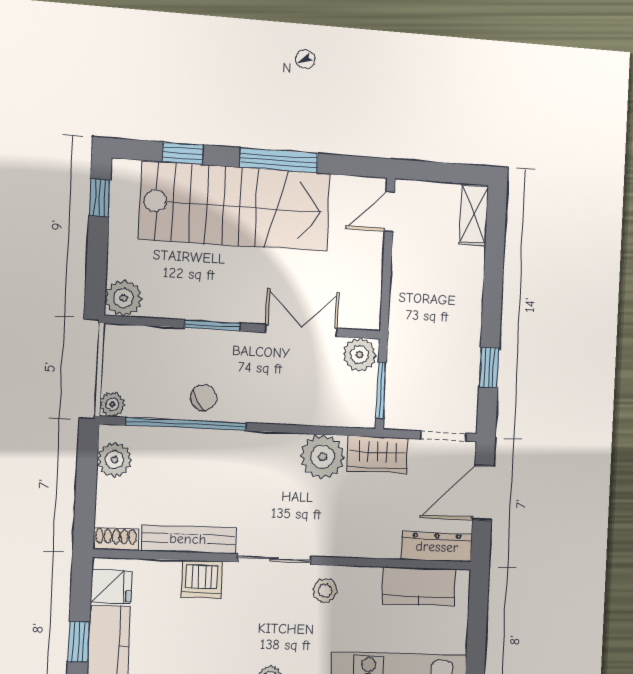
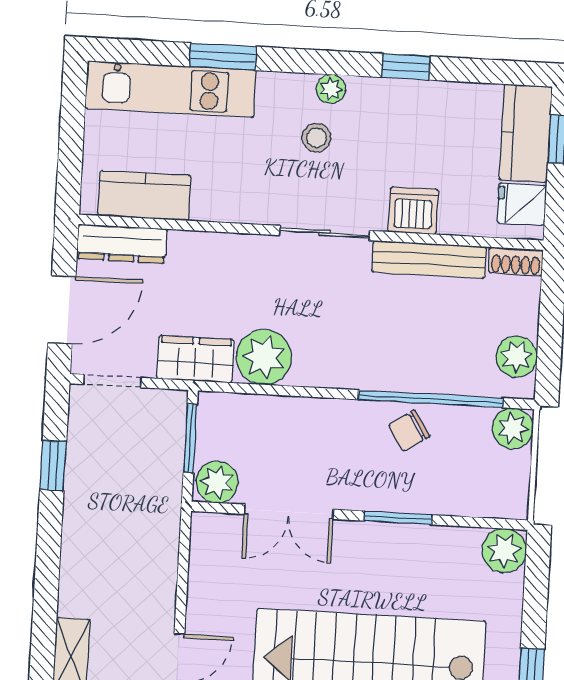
plant: (112, 404) -> (513, 428), width x1.38, depth x1.38
stool: (325, 591) -> (316, 138), moved

